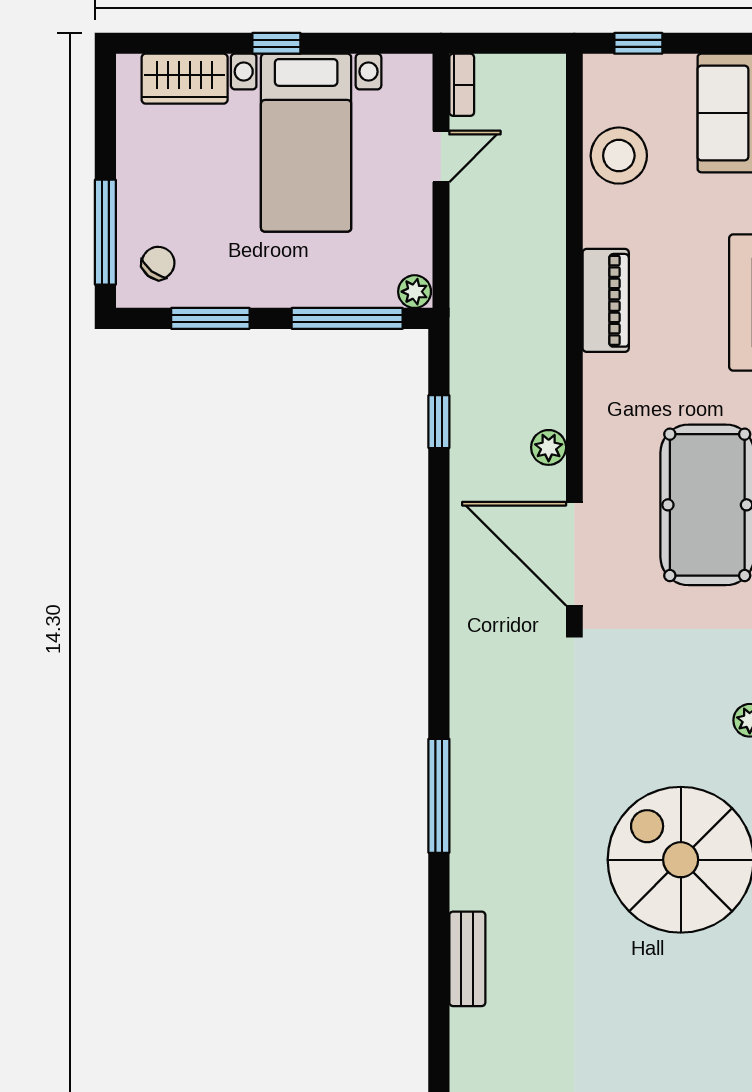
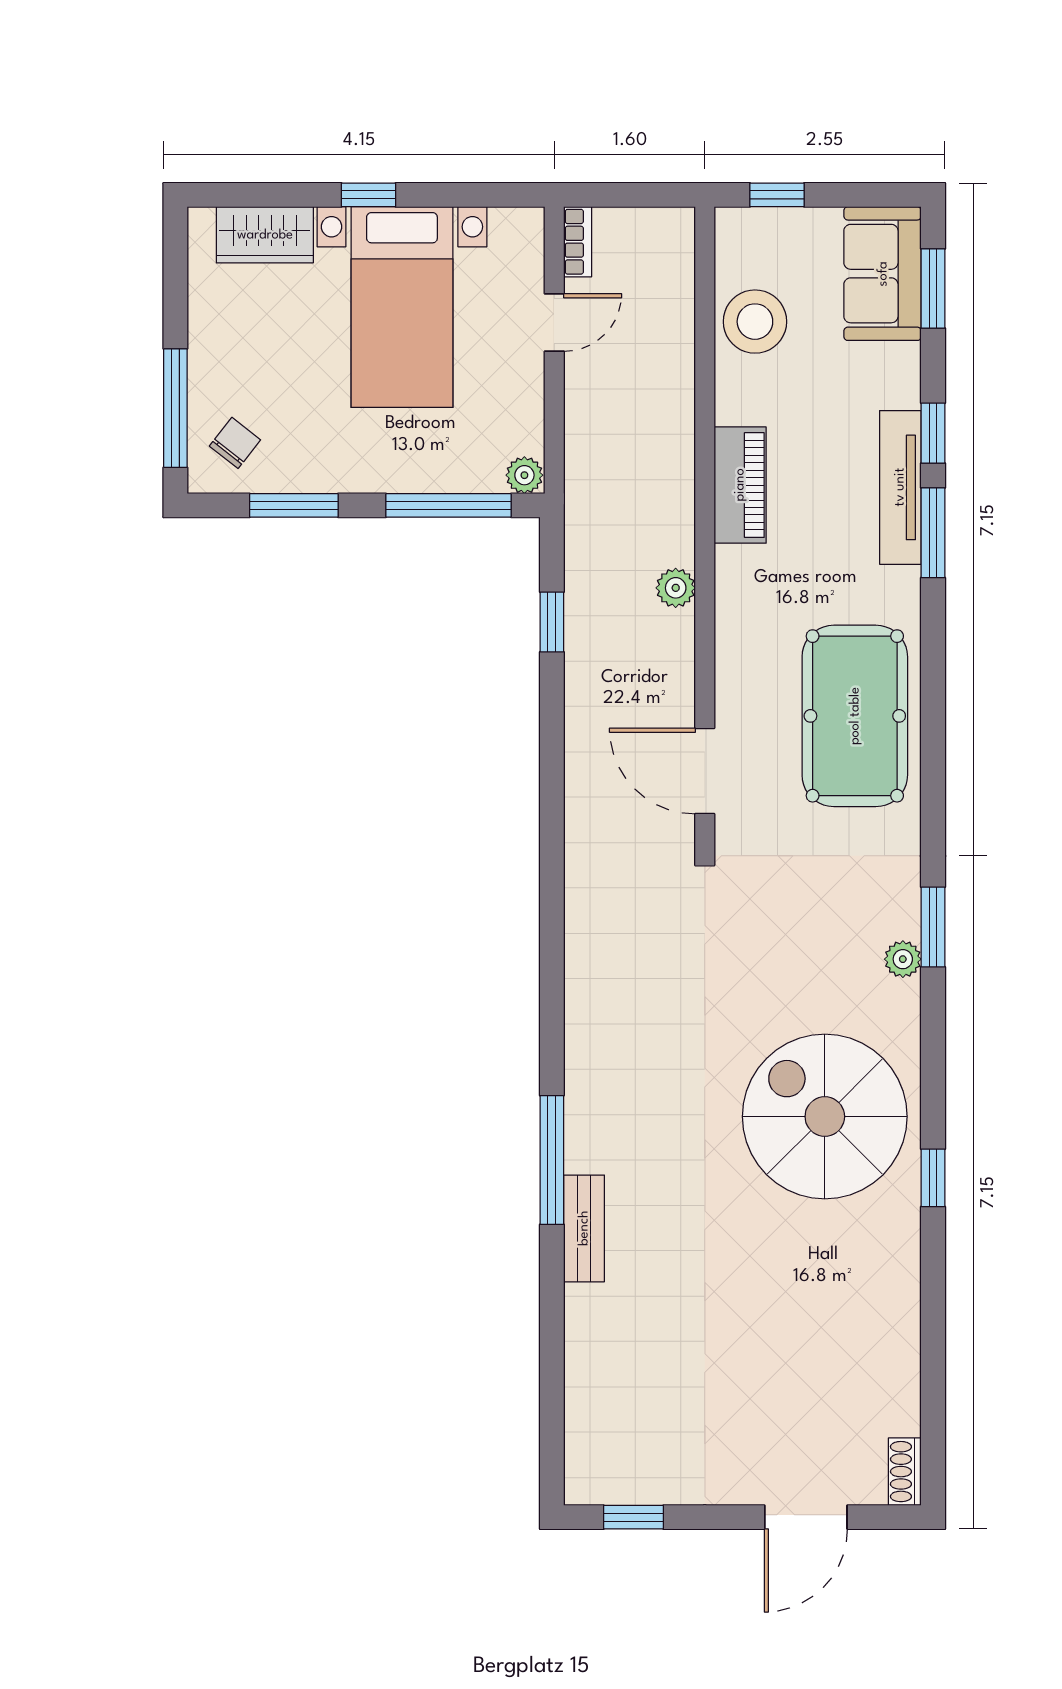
plant: (549, 447) -> (676, 588), moved
door: (574, 554) -> (705, 771), width x0.73
window: (439, 796) -> (552, 1160), moved

